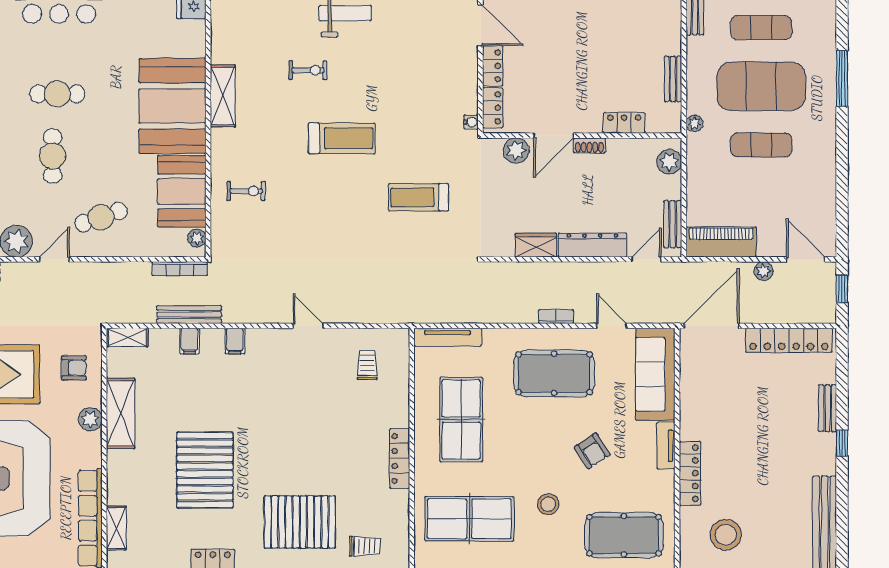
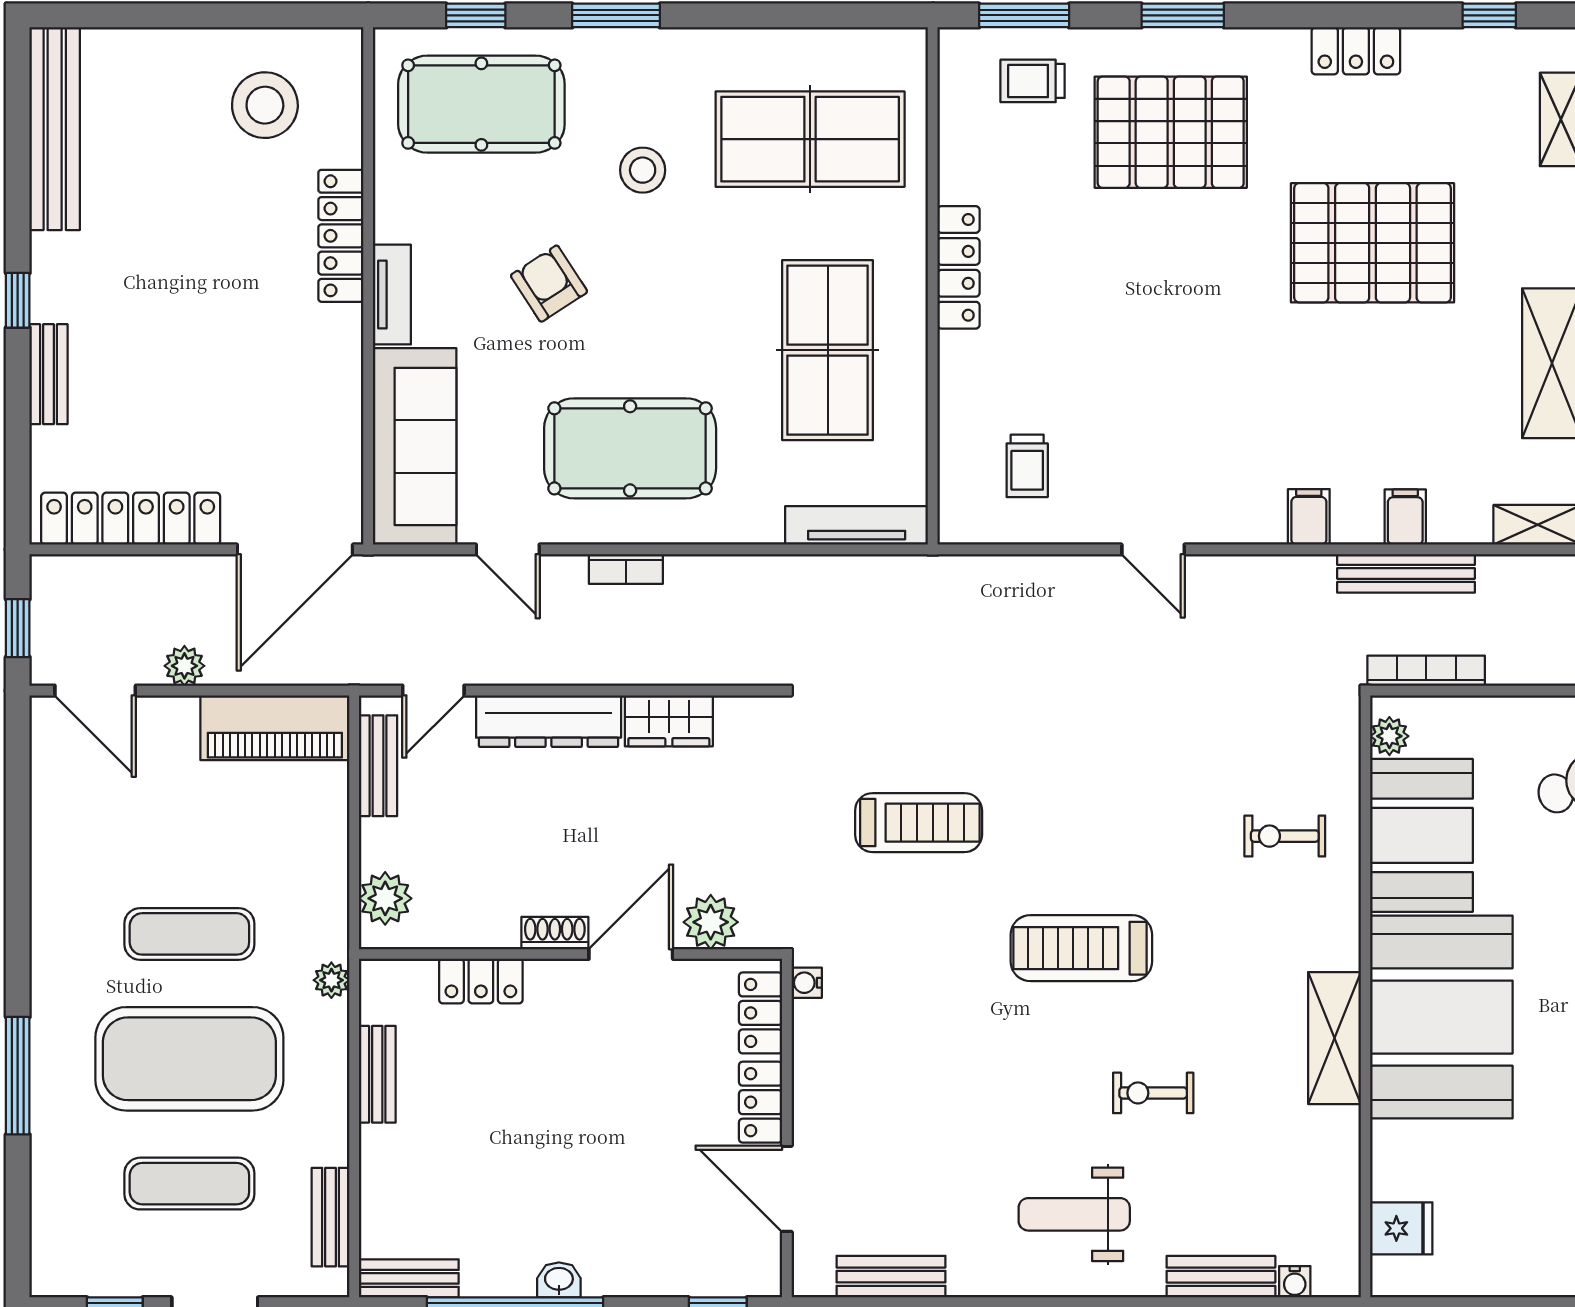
pallet: (205, 470) -> (1373, 243), turned 90

